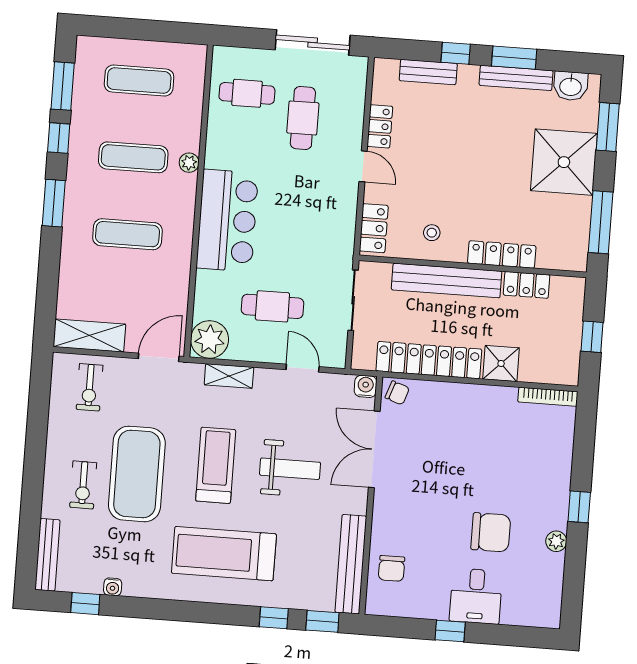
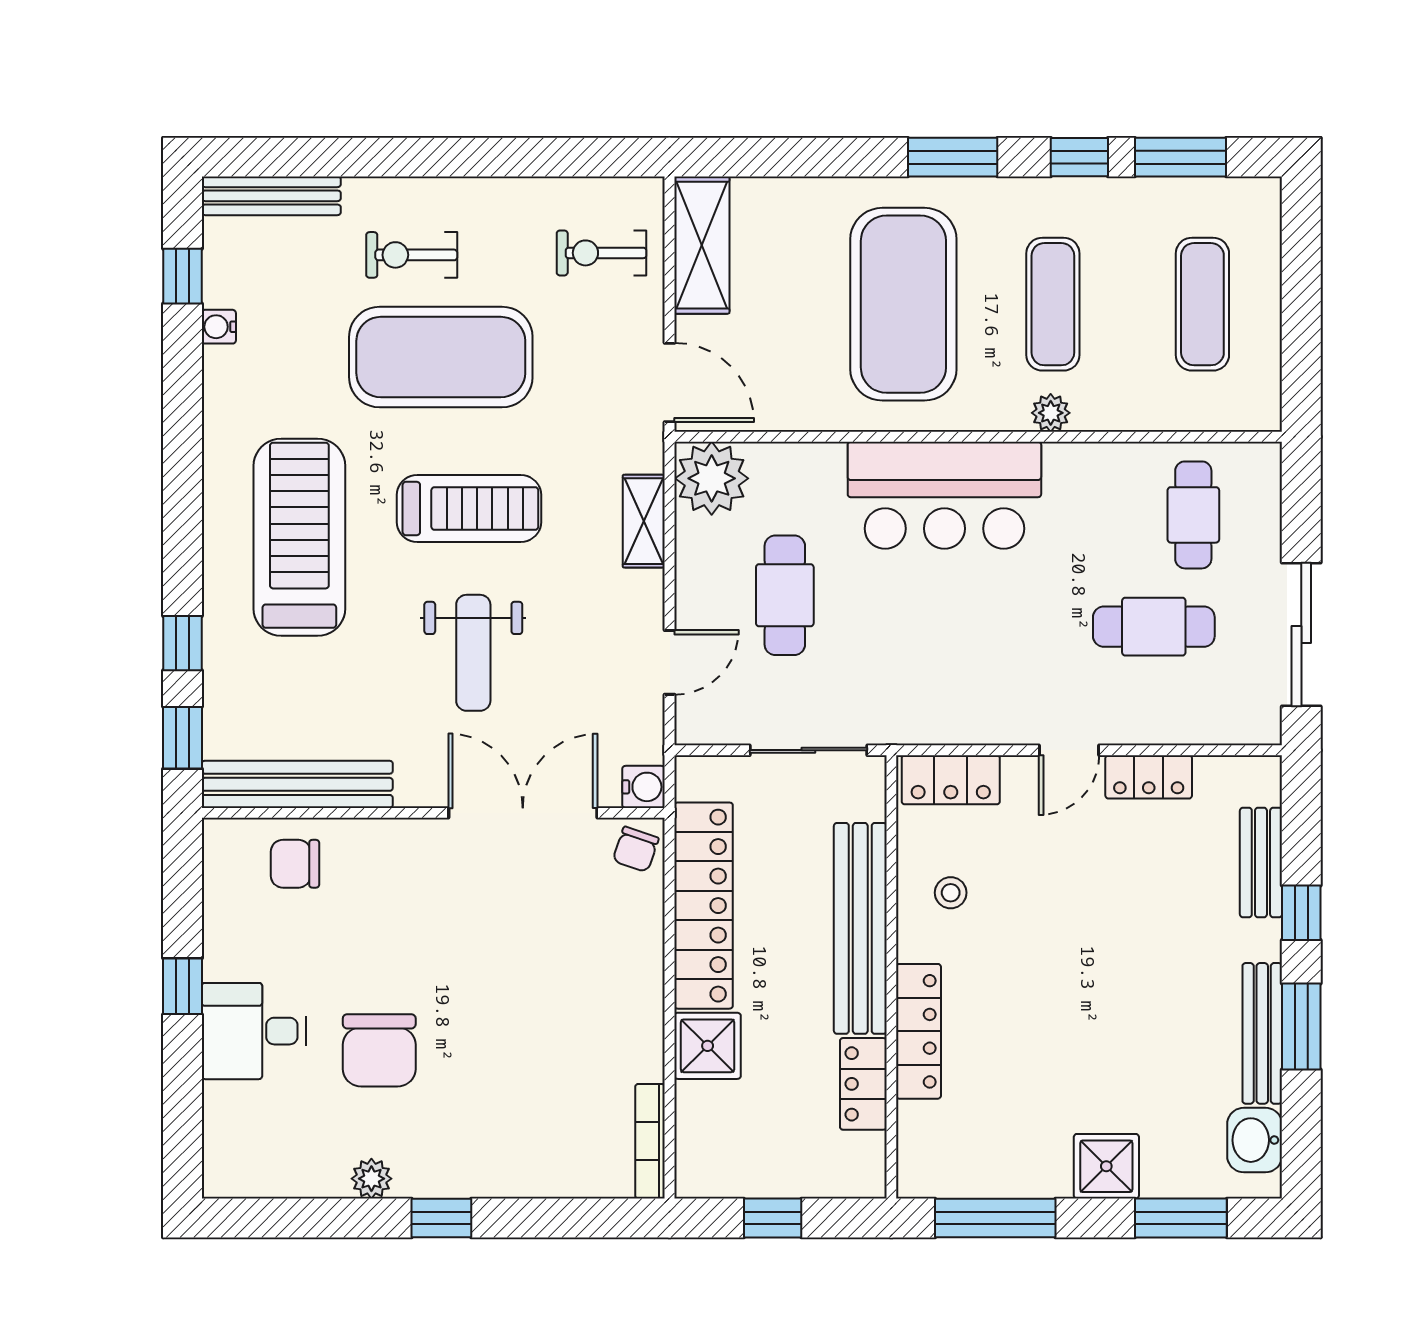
shower: (564, 162) -> (1106, 1166), width x0.54, depth x0.54
exercise mat: (127, 234) -> (903, 304), width x2.00, depth x1.45

